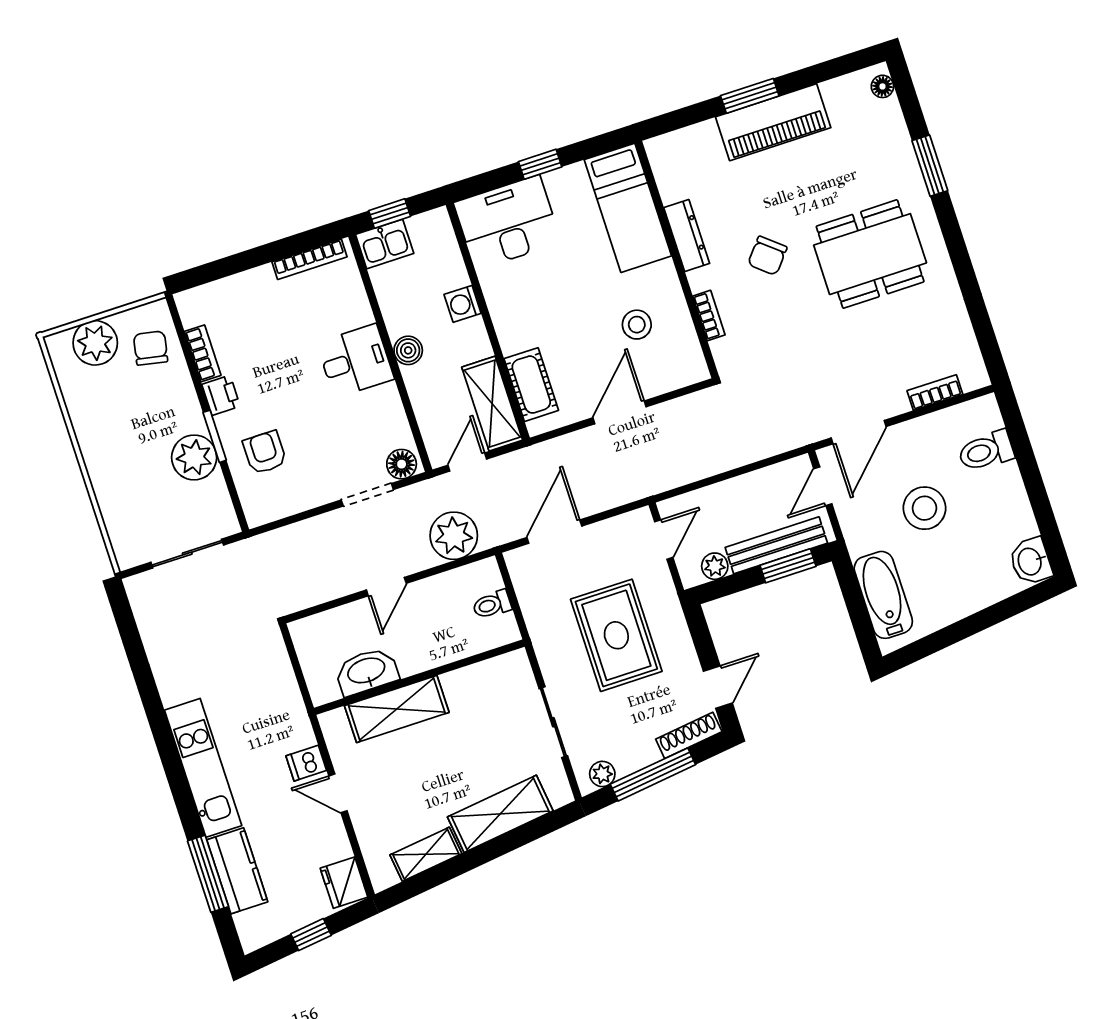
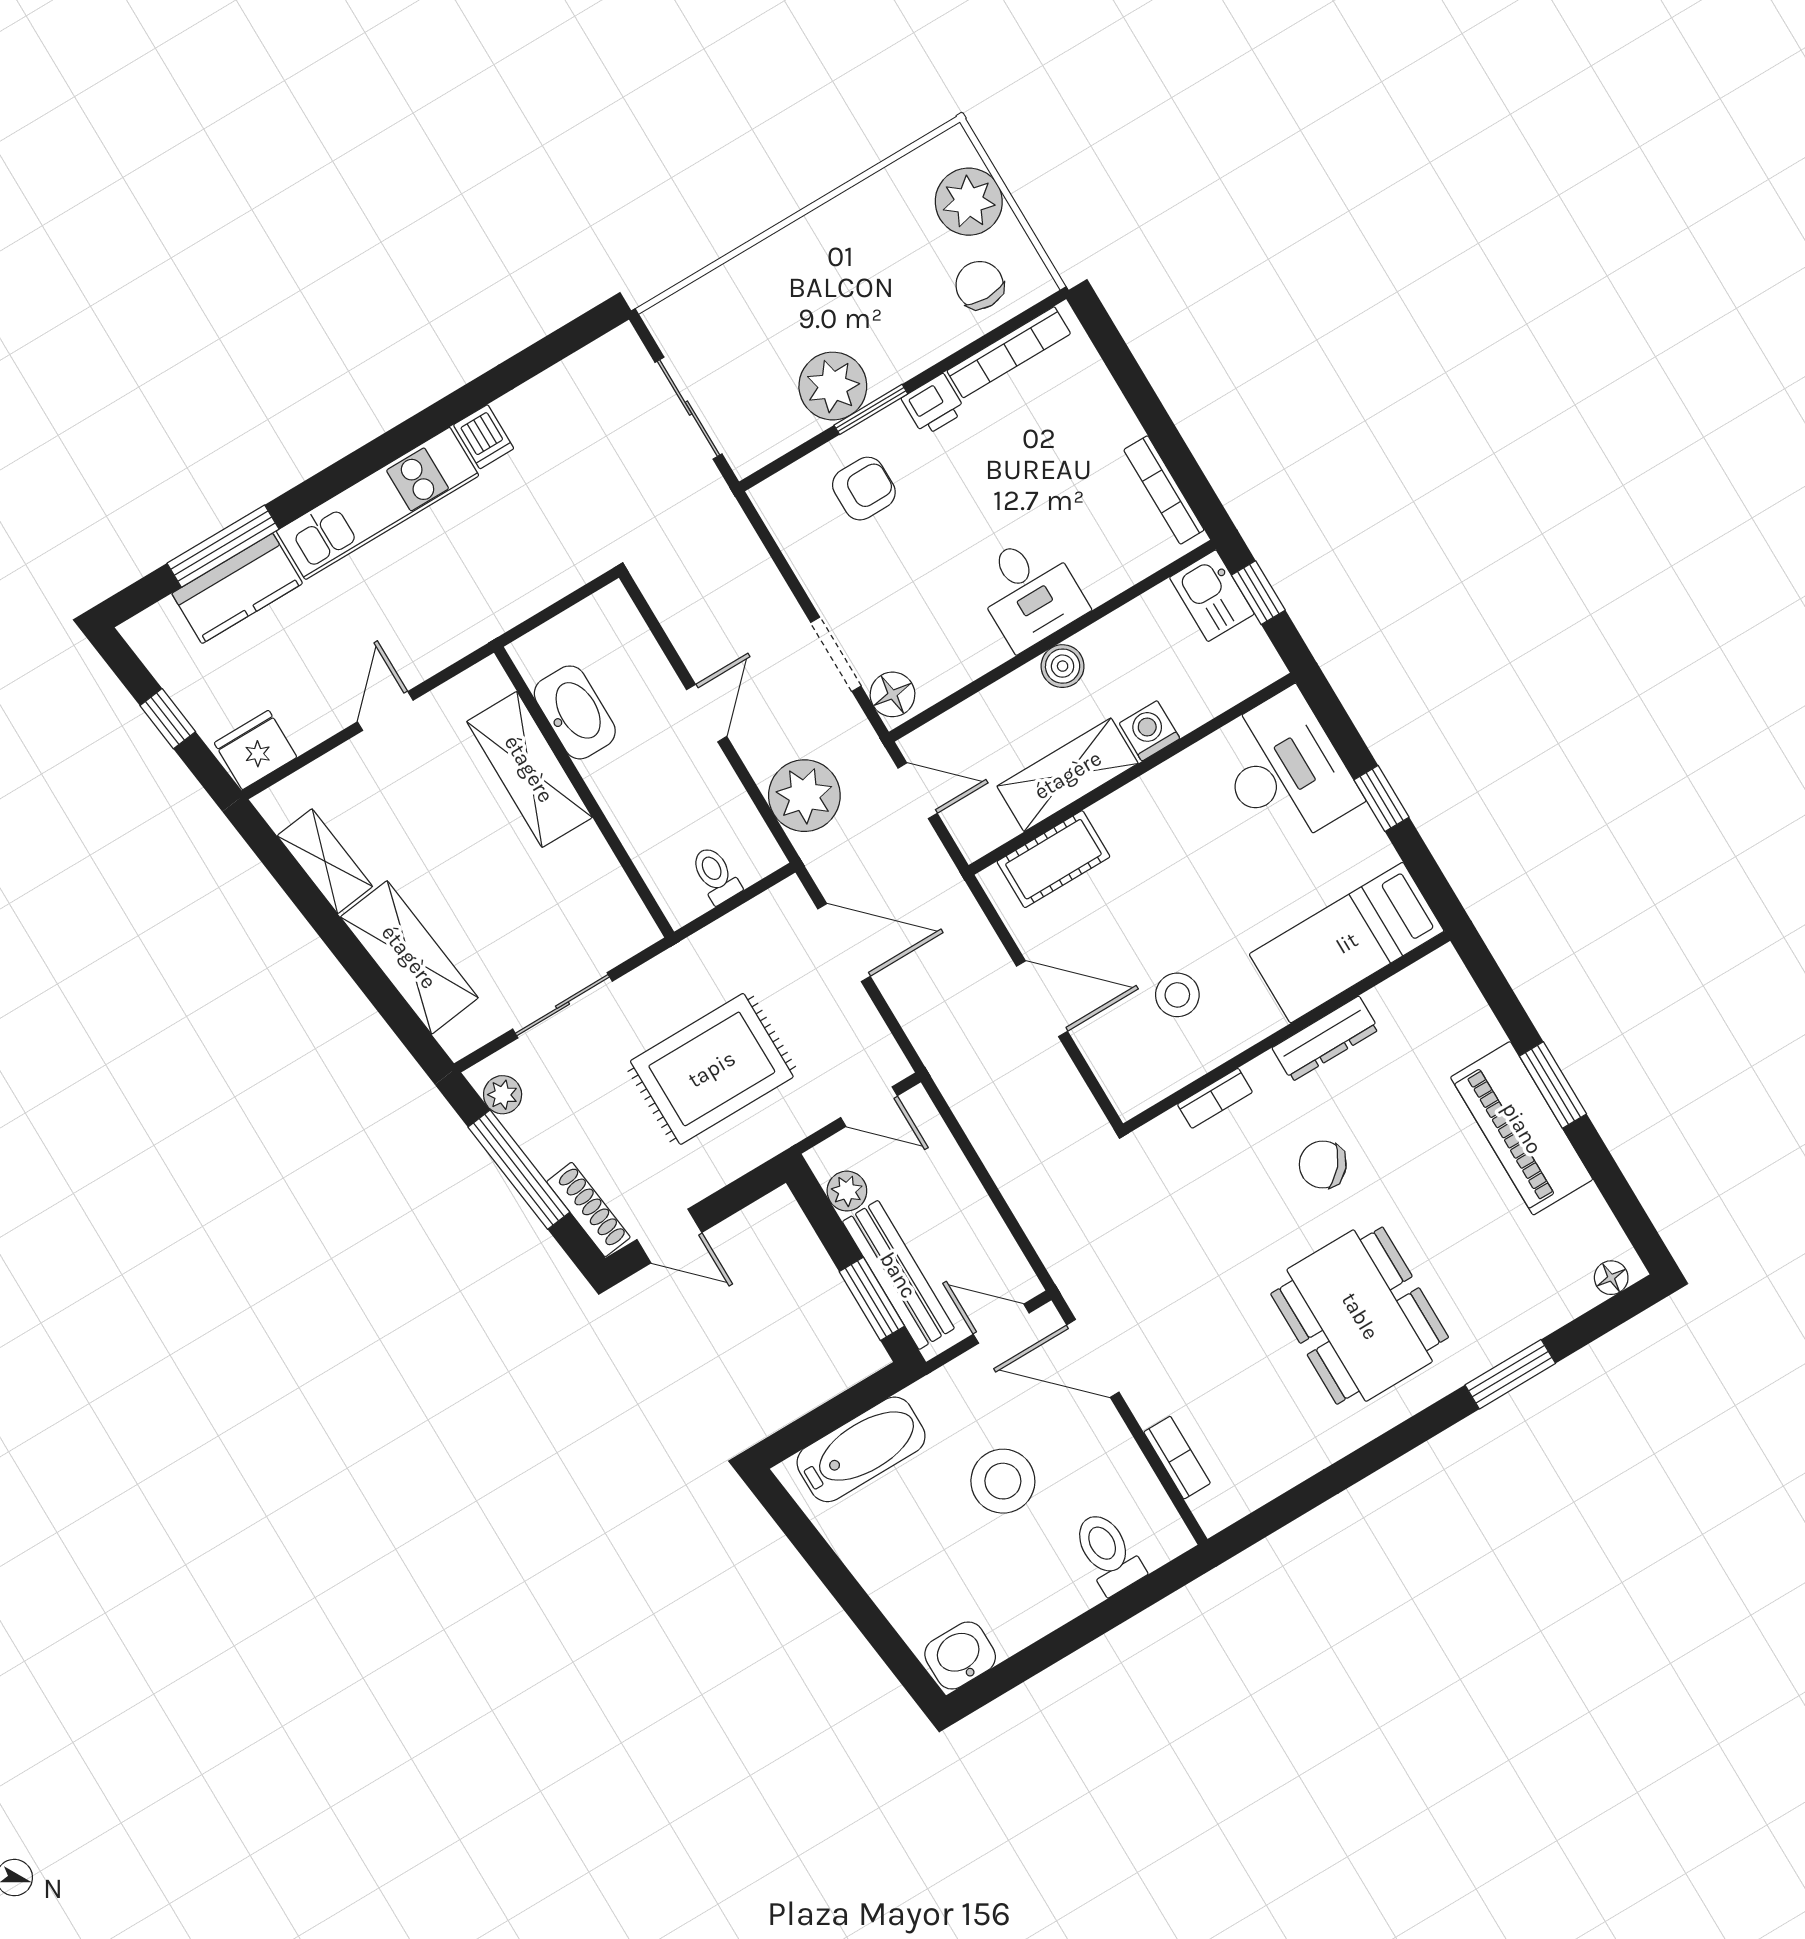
chair: (151, 348) -> (980, 285), turned -101
bookcase: (203, 353) -> (1009, 352), width x1.56
shelving: (492, 404) -> (1068, 775), moved
door: (386, 587) -> (707, 713), swing flipped
dishwasher: (306, 763) -> (484, 437), moved, turned 180

